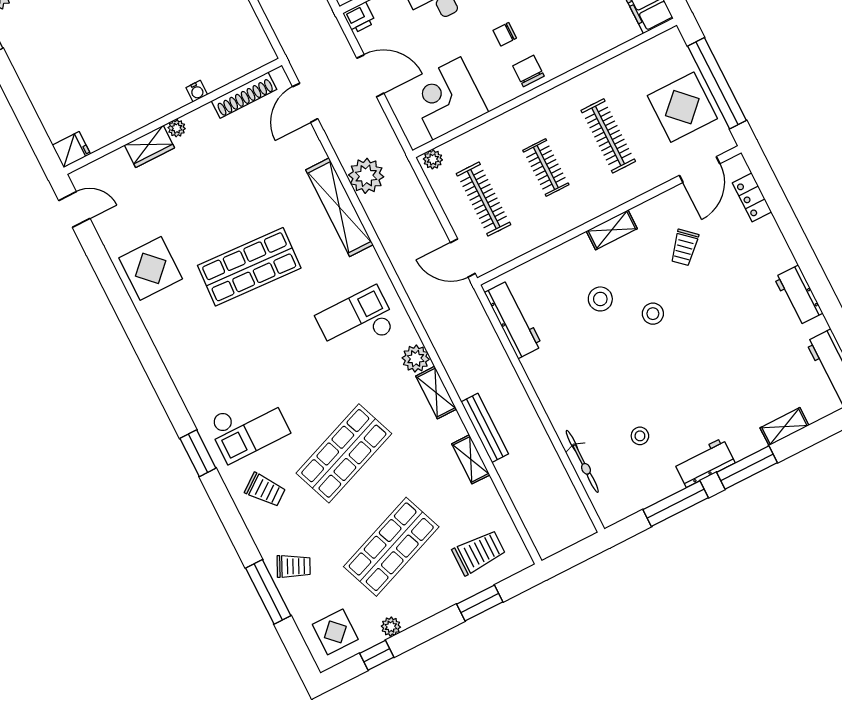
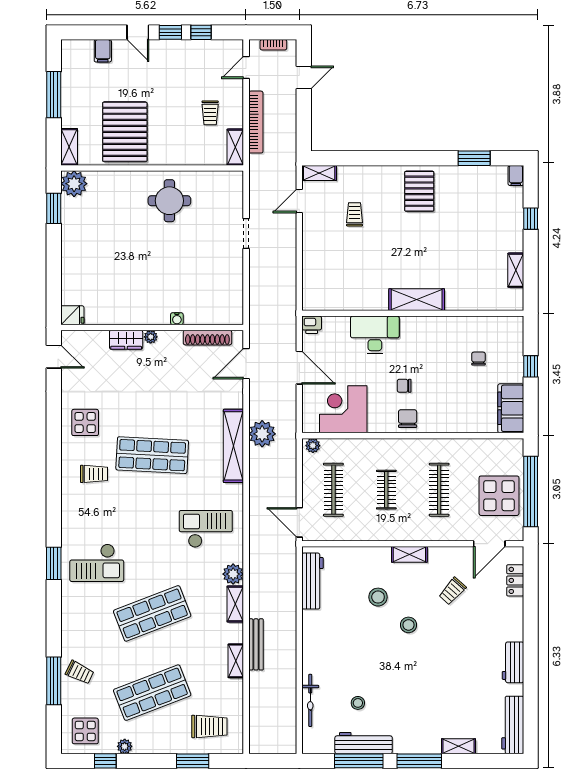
display table: (151, 268) -> (85, 422), width x0.73, depth x0.73
workbench: (704, 463) -> (364, 743), moved, width x1.38
trolley: (265, 490) -> (94, 474), moved, turned -53

